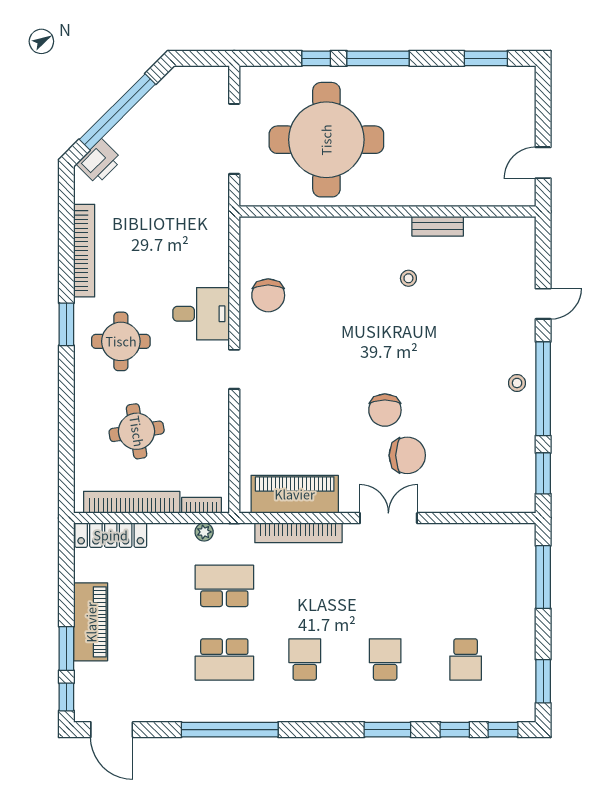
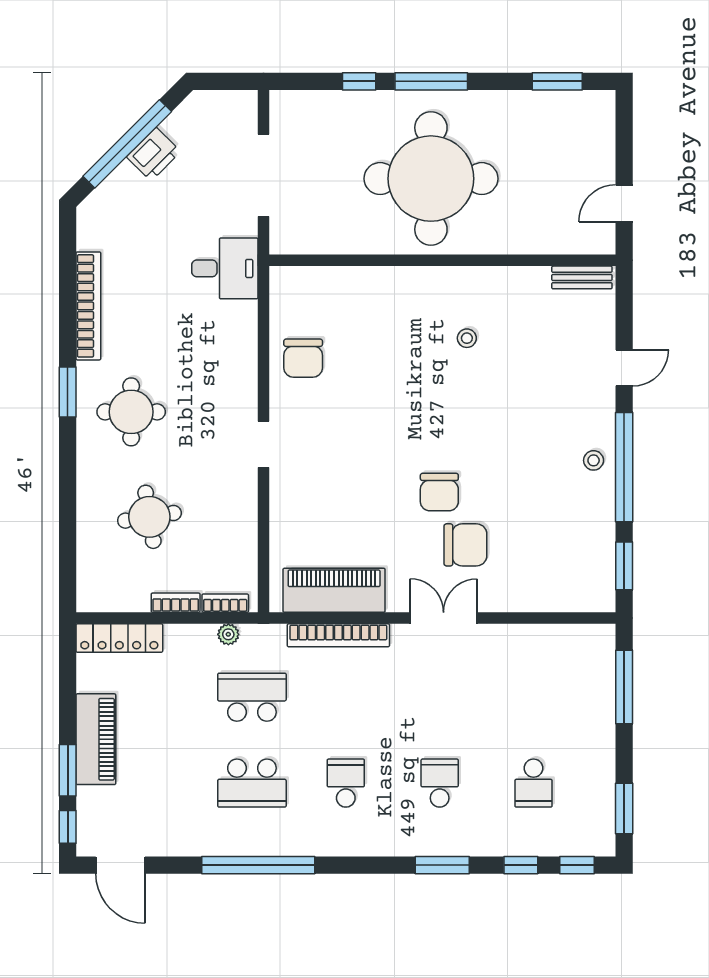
round table: (326, 140) -> (431, 179), moved
printer: (99, 162) -> (154, 154), moved
bench: (438, 226) -> (582, 277), moved
desk: (201, 314) -> (225, 268), moved
bookcase: (132, 502) -> (176, 603), width x0.43, depth x0.76

